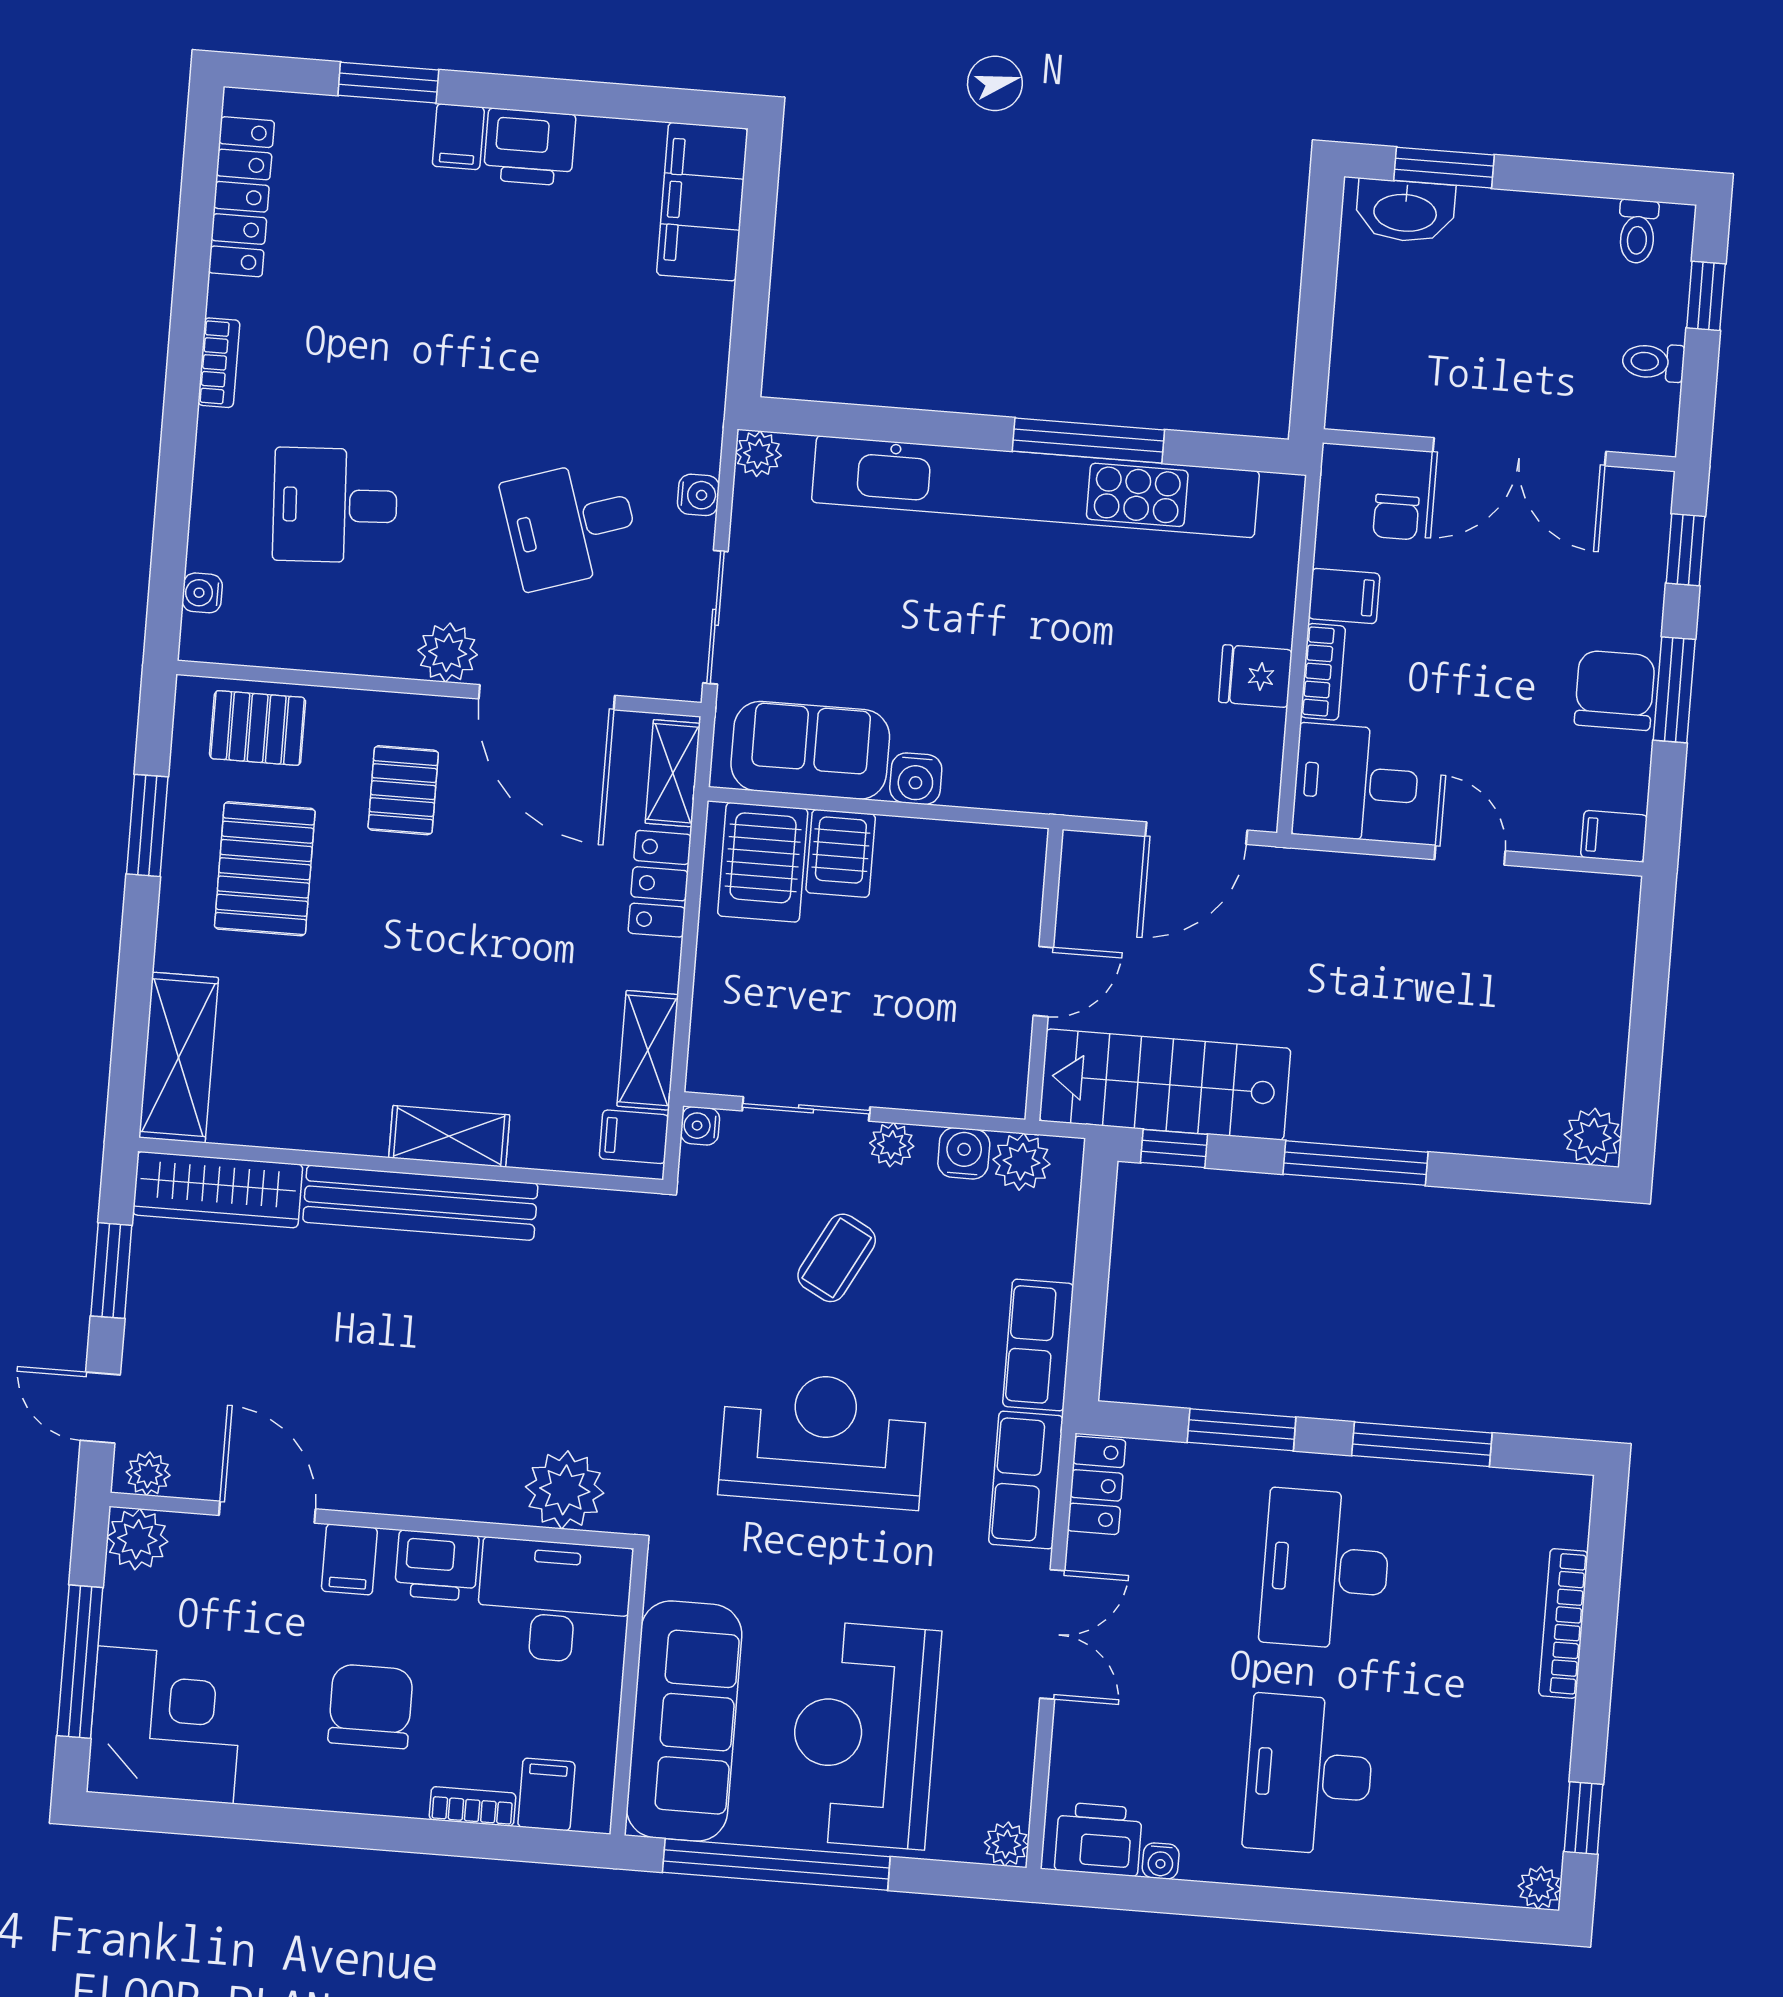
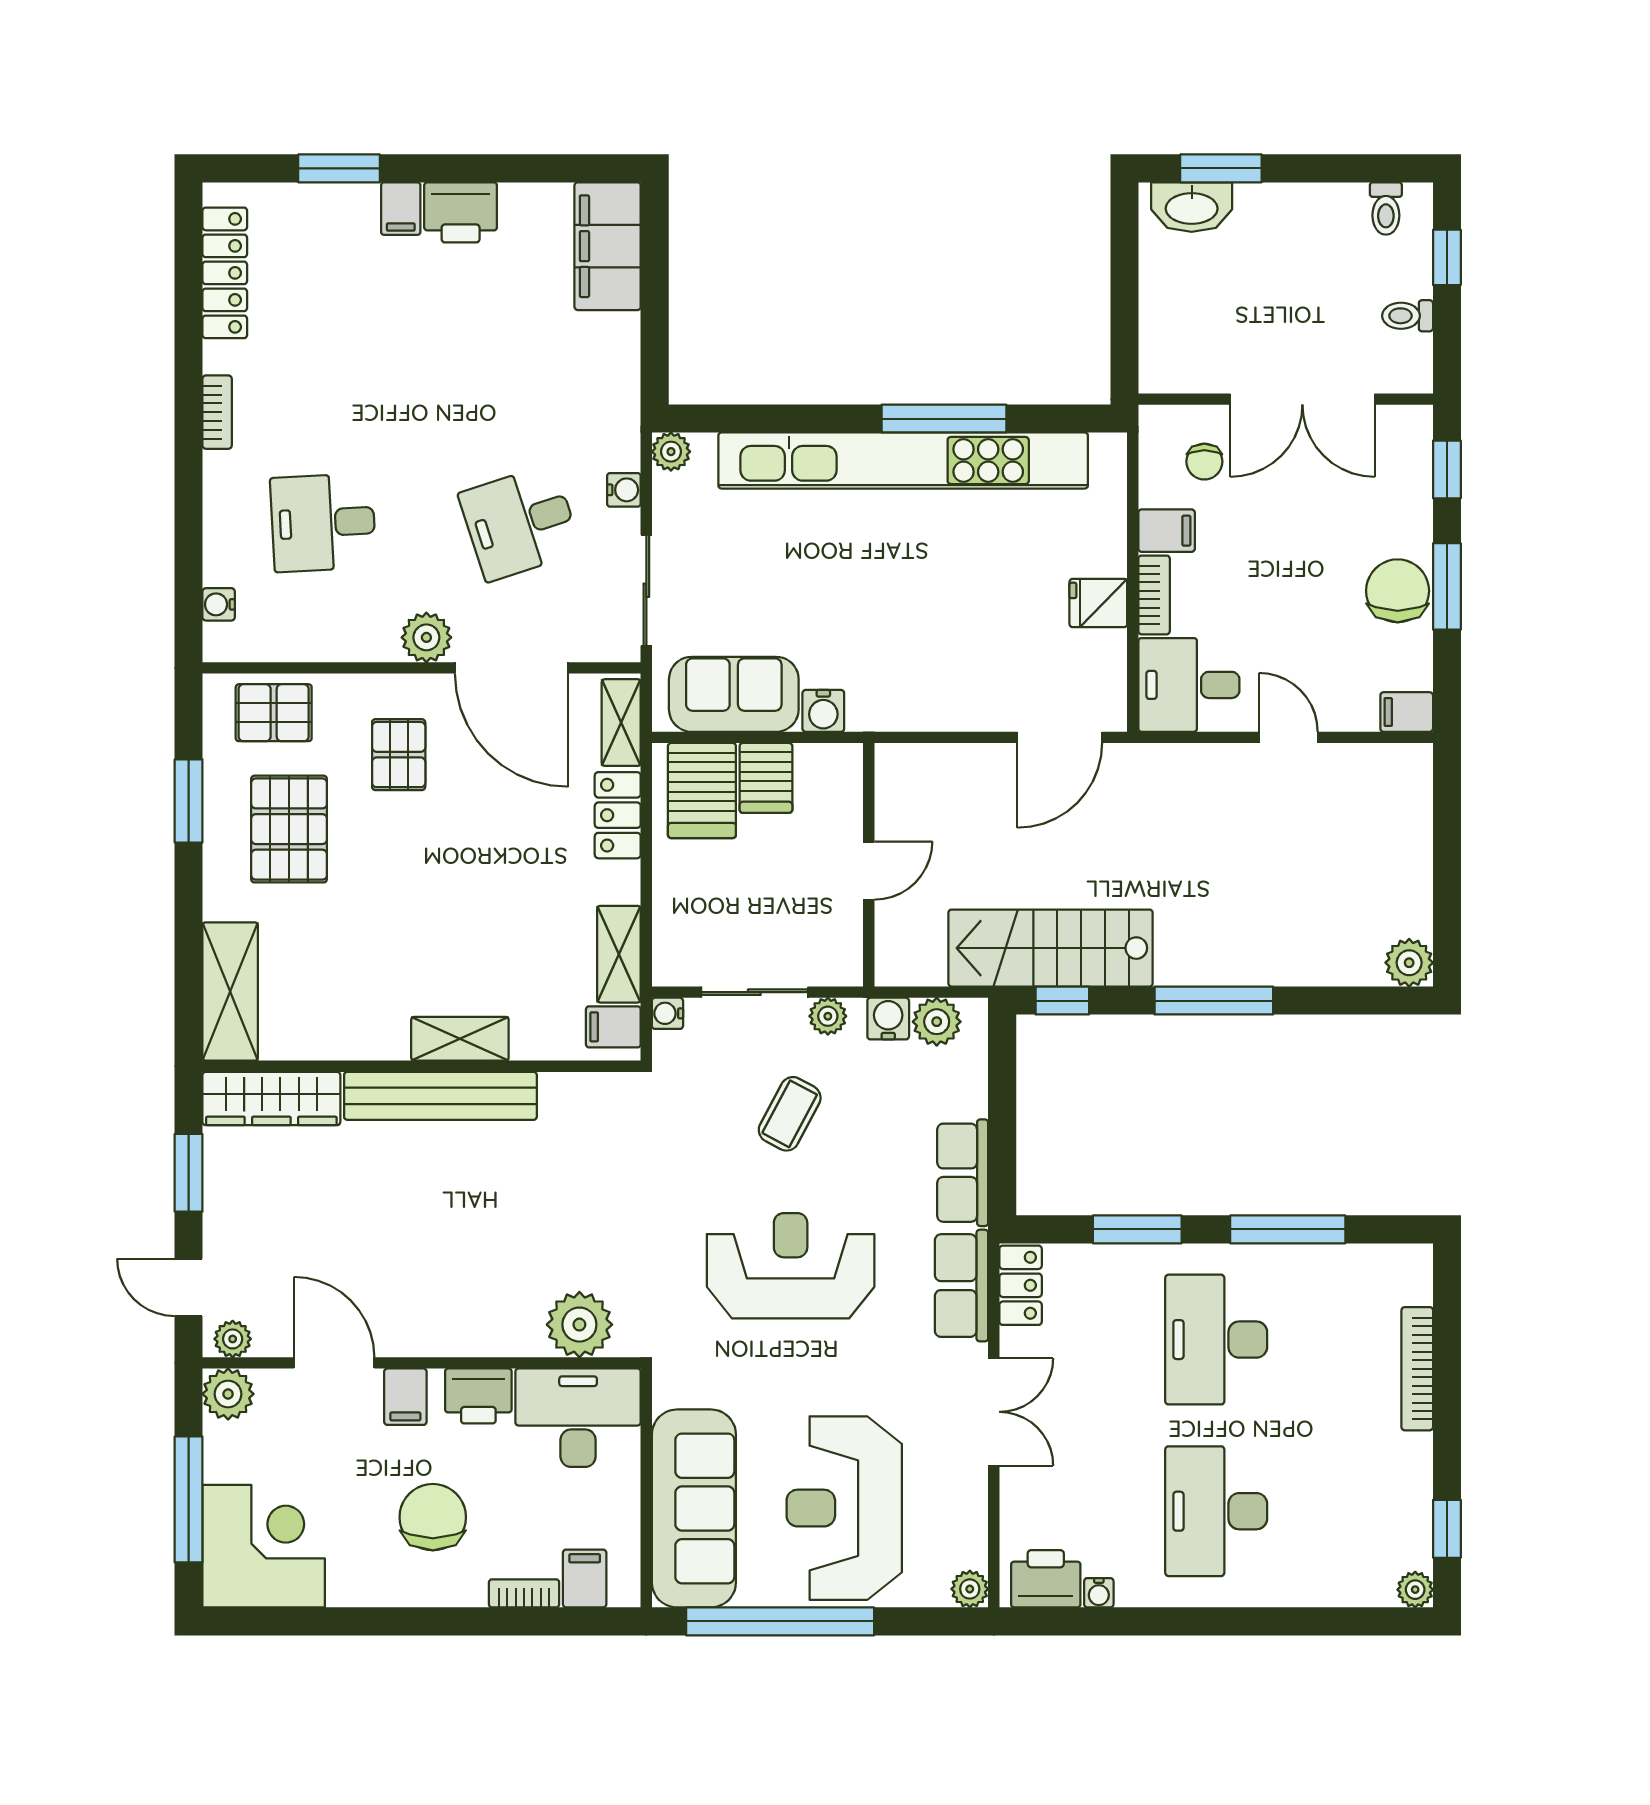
wall: (1044, 974) -> (869, 865), moved
door: (1043, 982) -> (869, 871), moved

